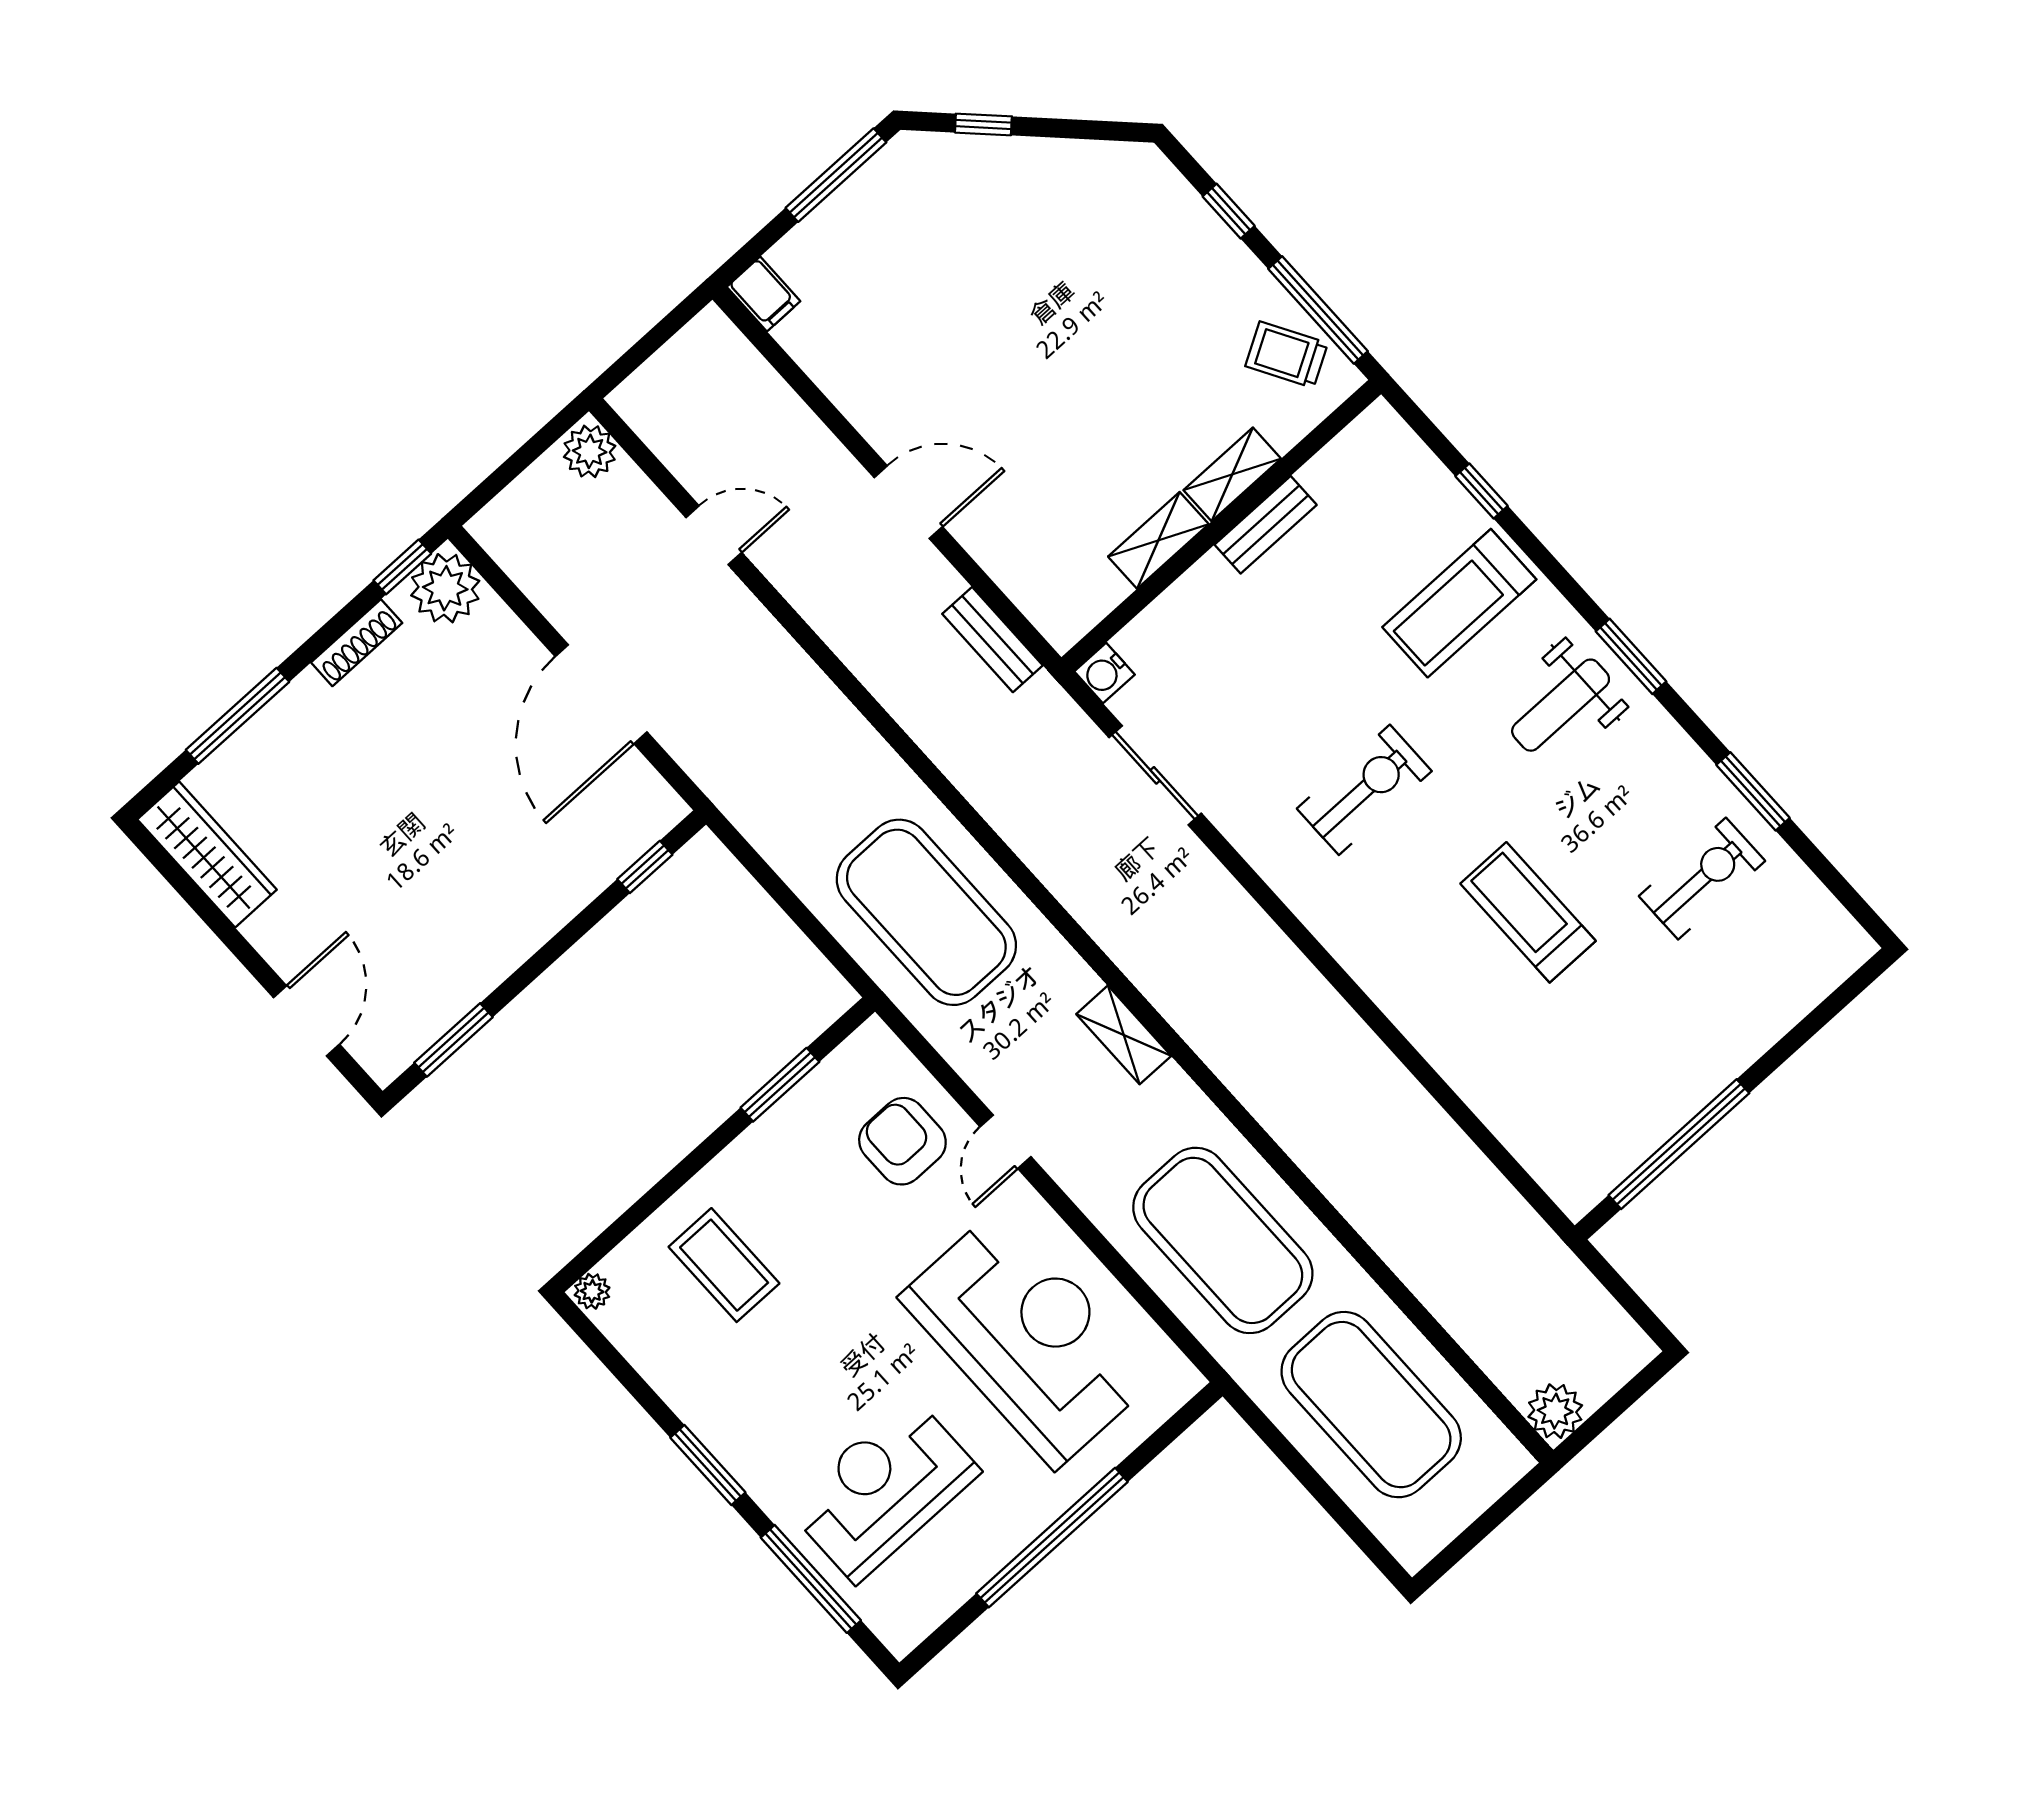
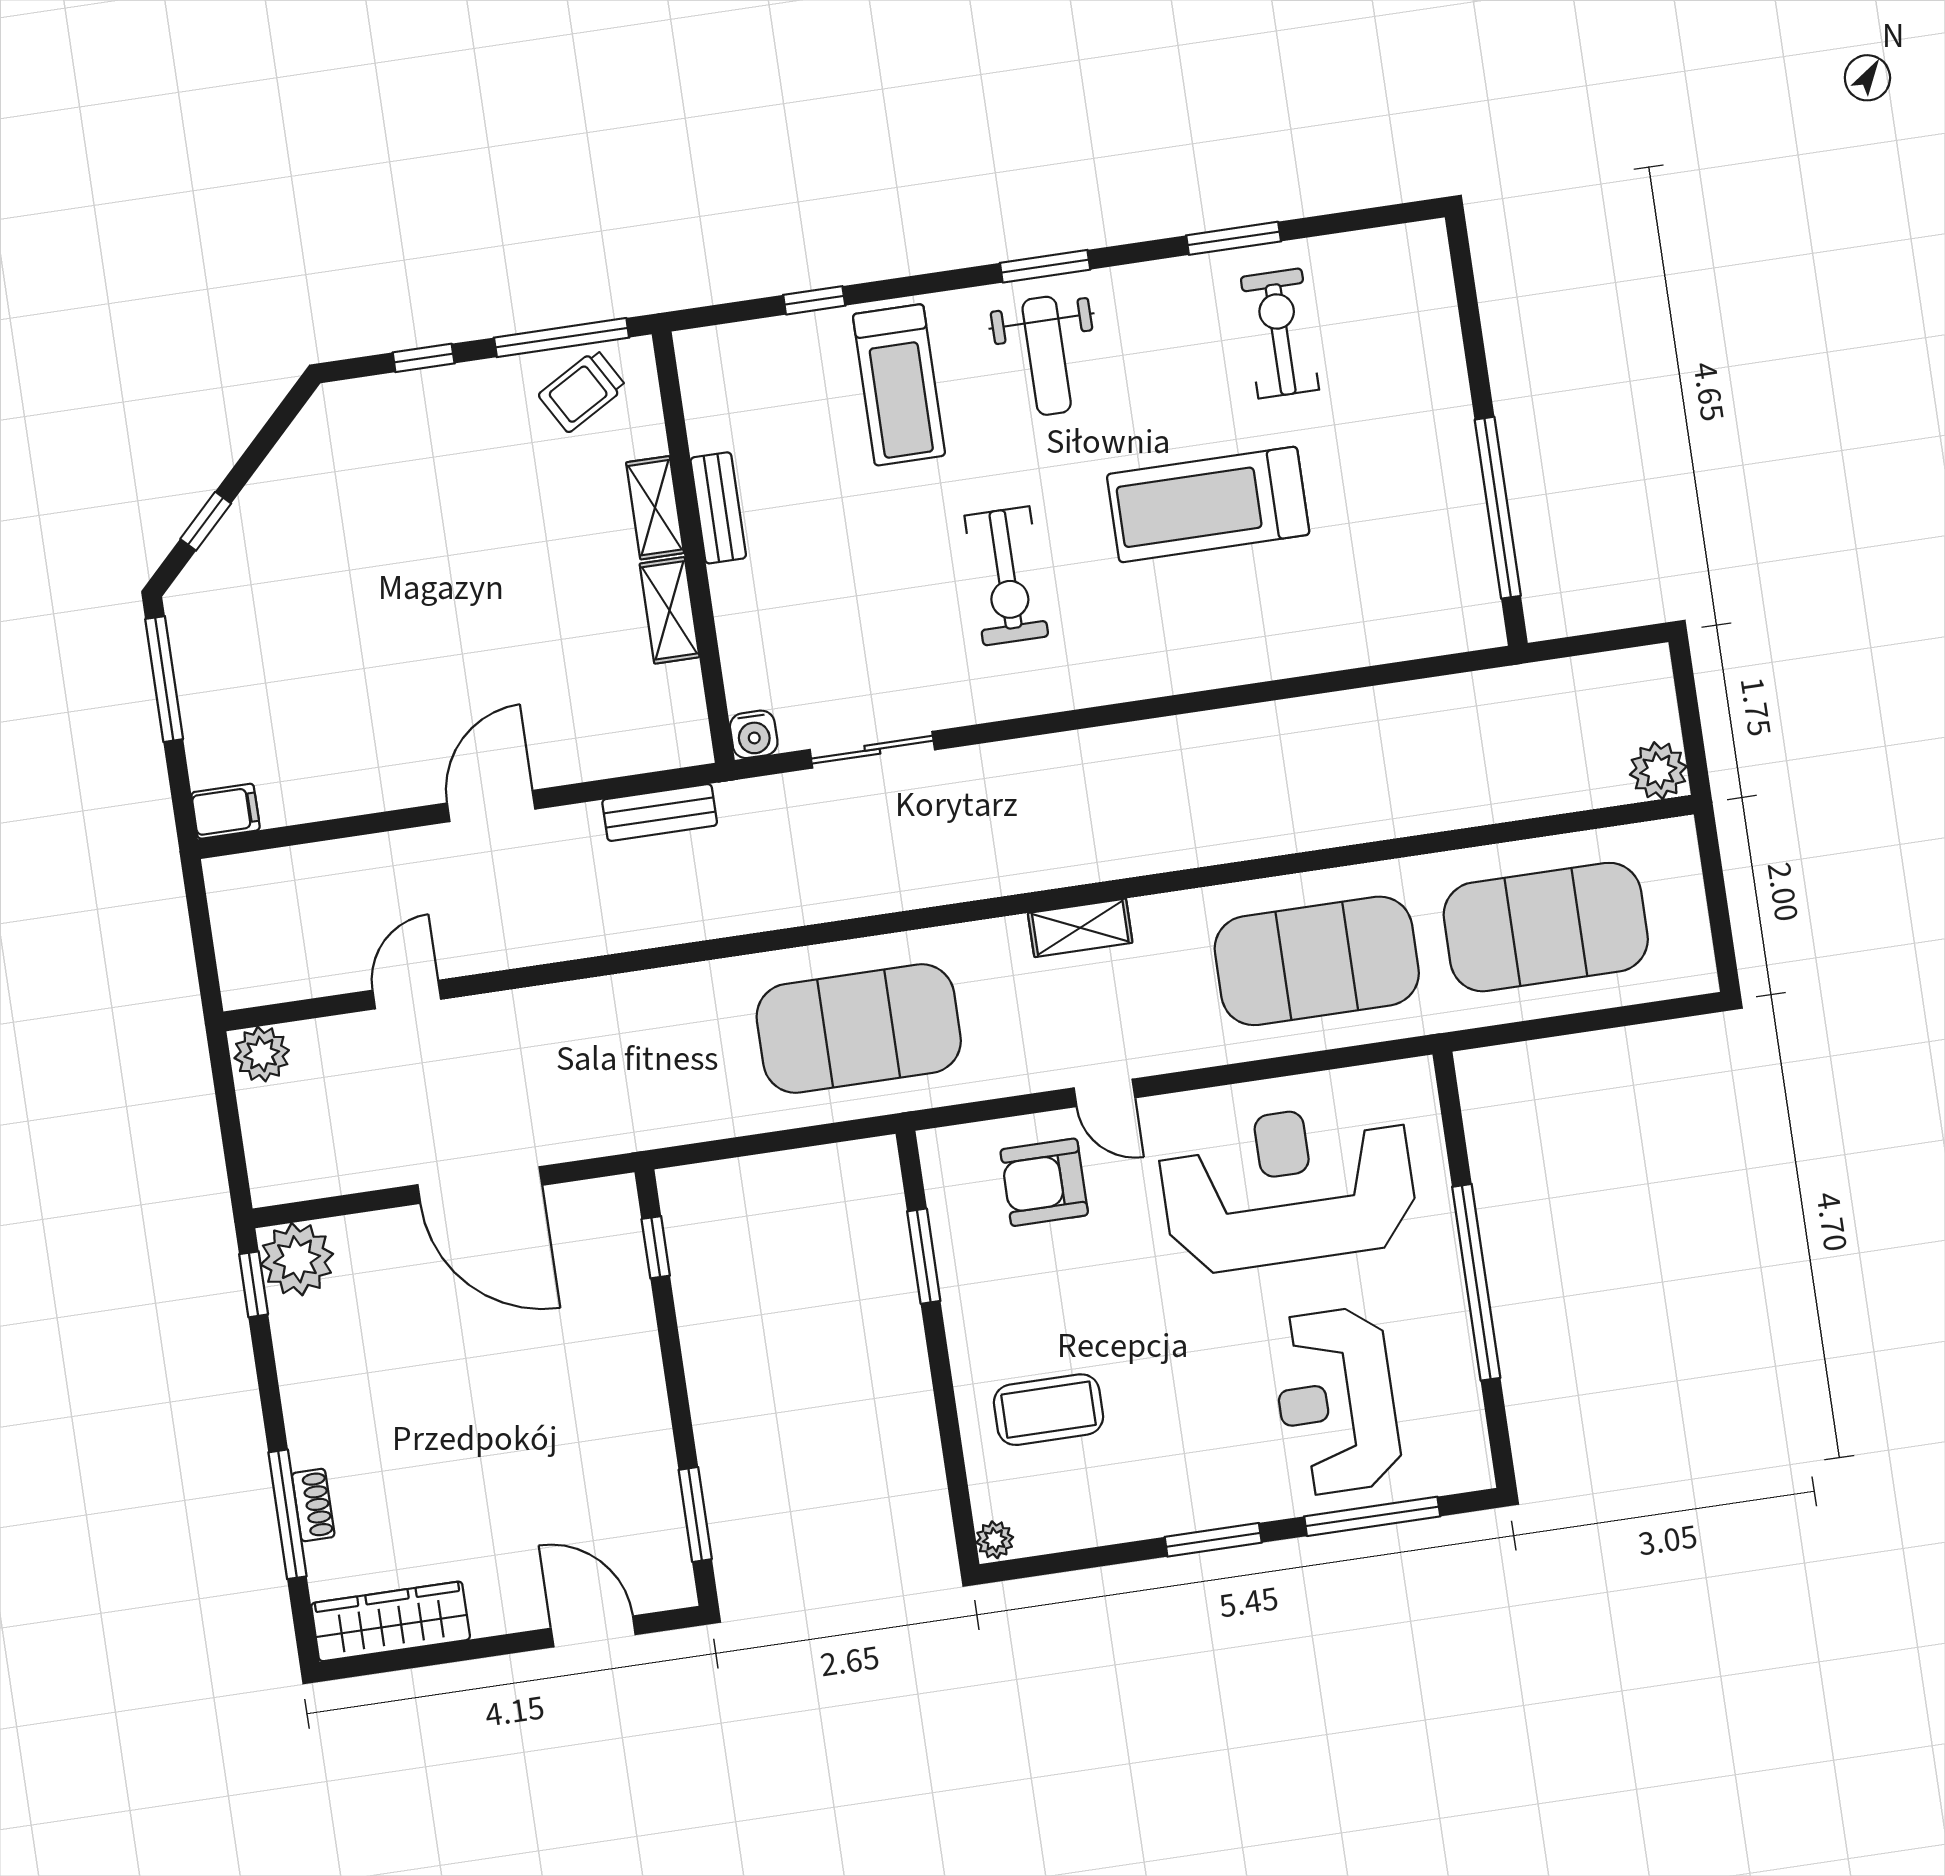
shoe rack: (357, 643) -> (313, 1505), moved, width x0.70
exercise bike: (1364, 790) -> (1006, 576), turned 180
treadmill: (1528, 912) -> (1208, 504), width x1.37, depth x1.38

